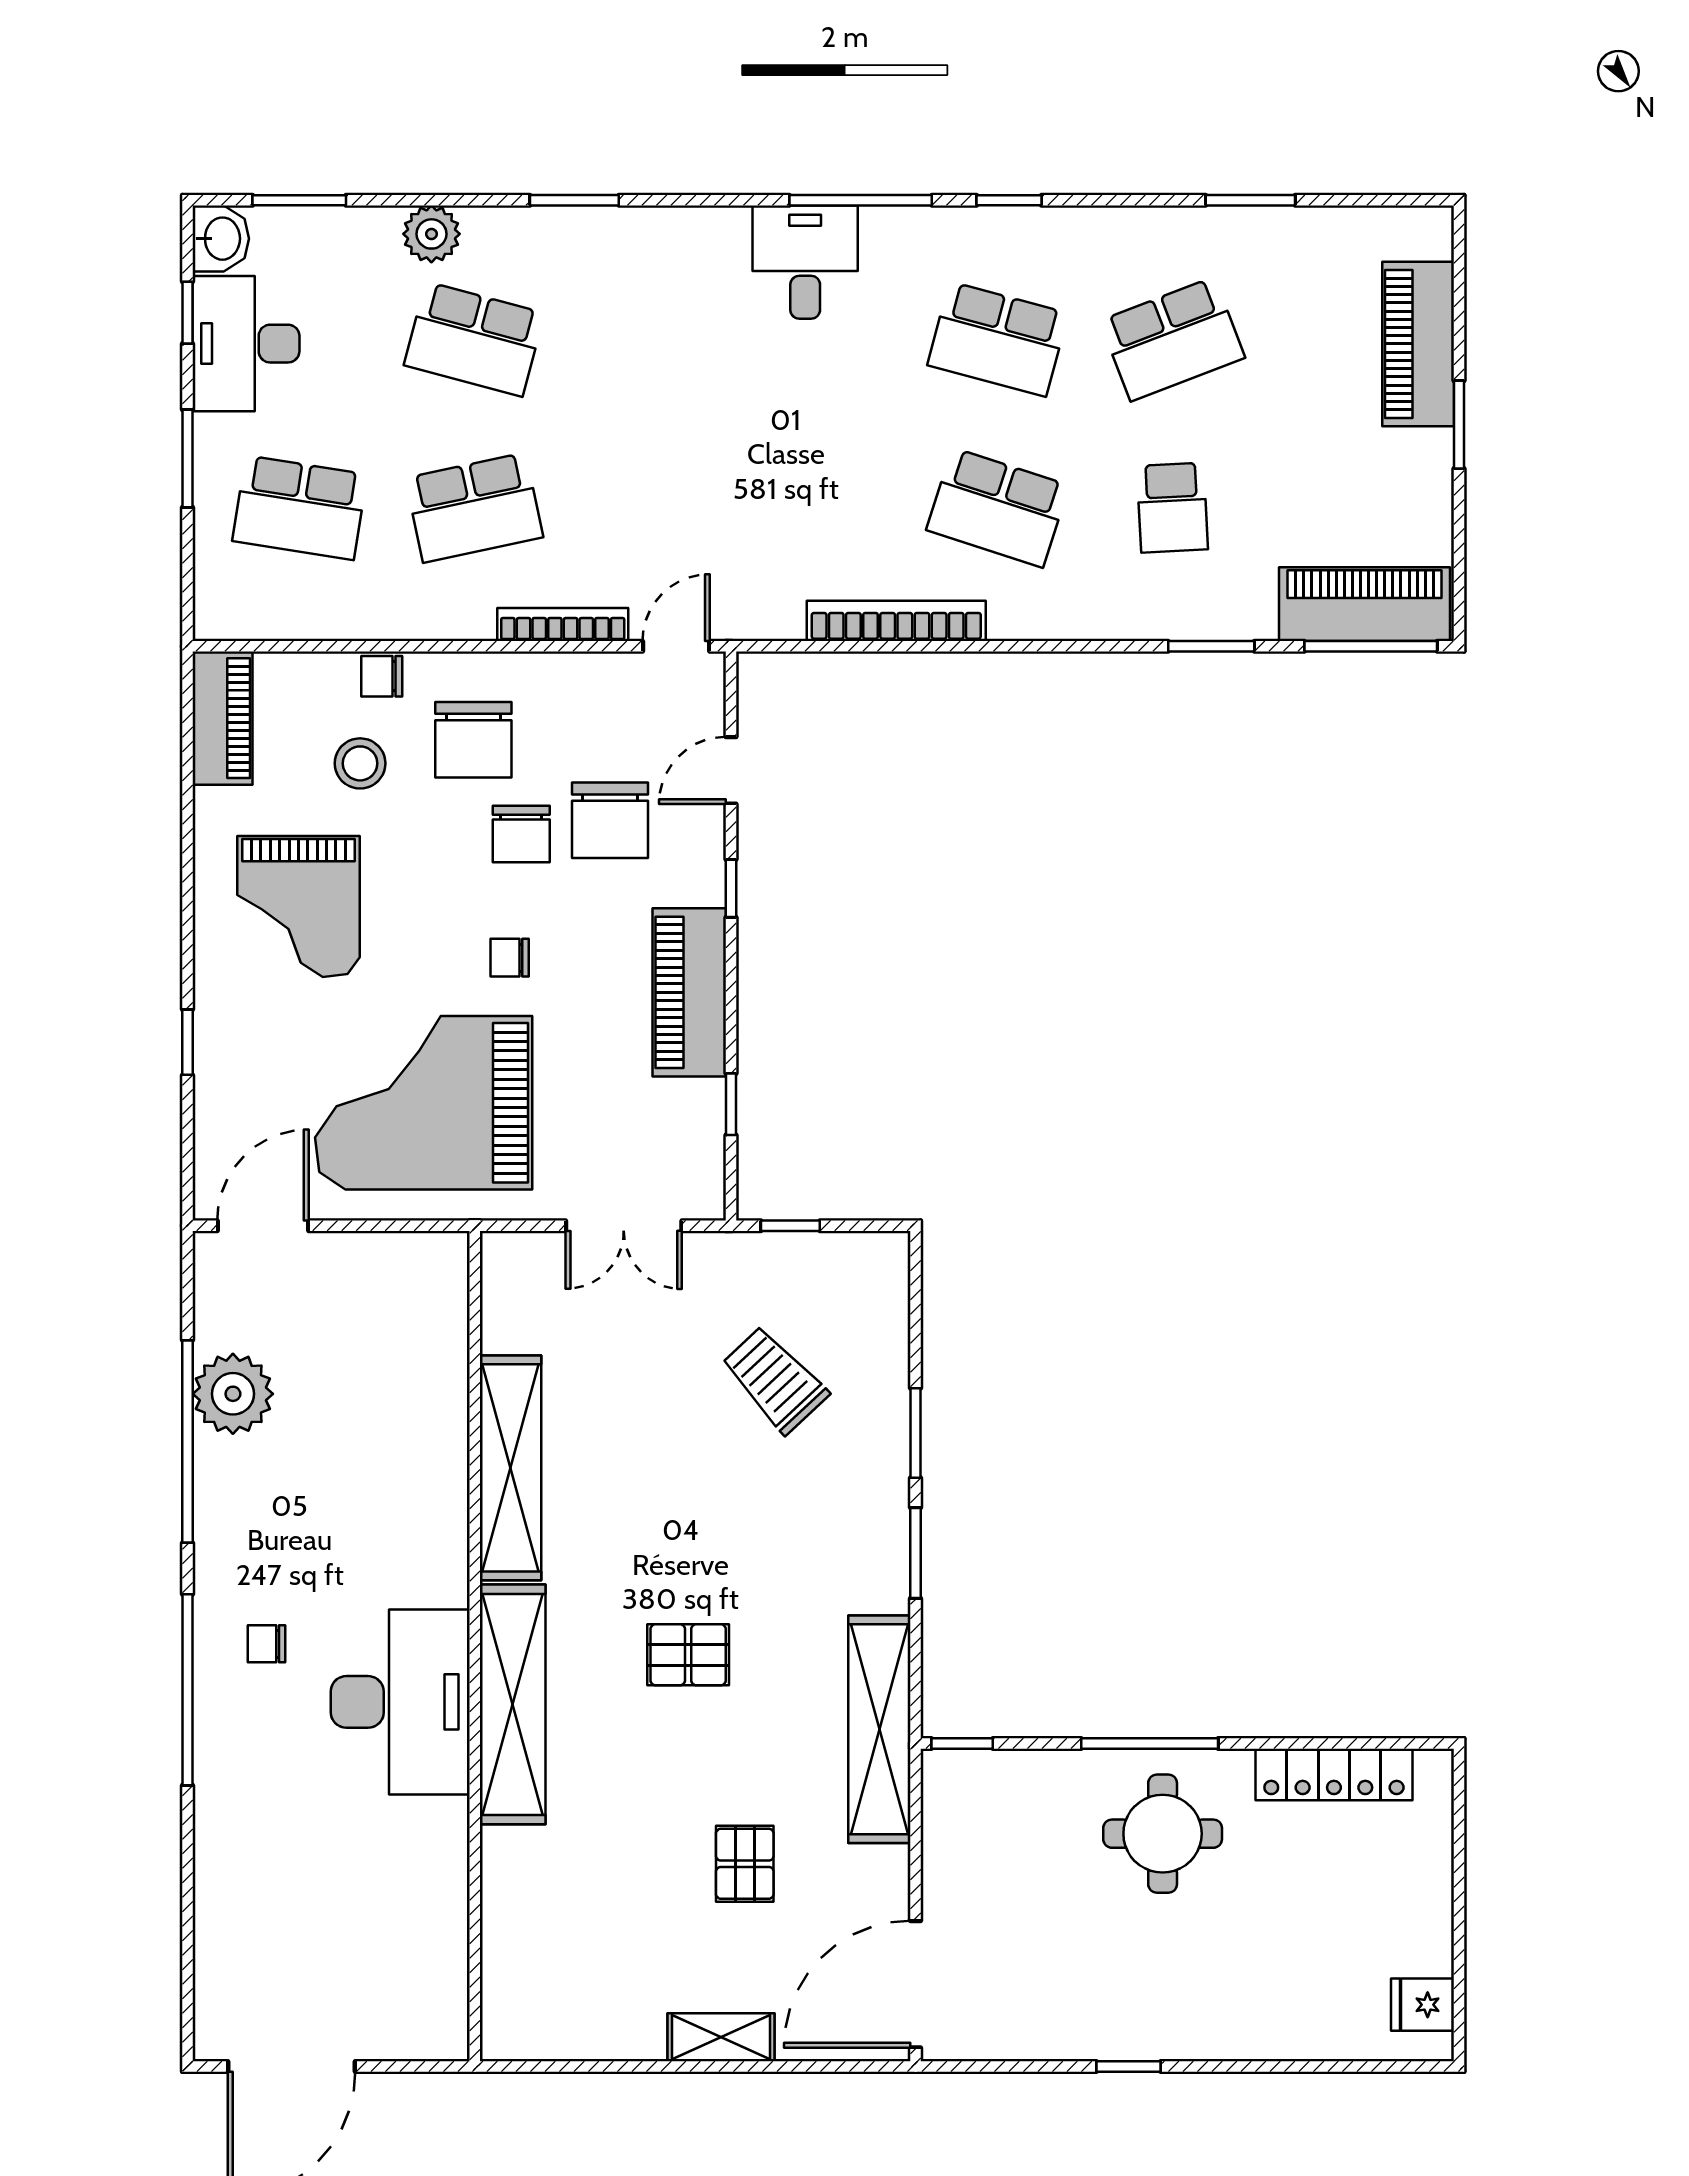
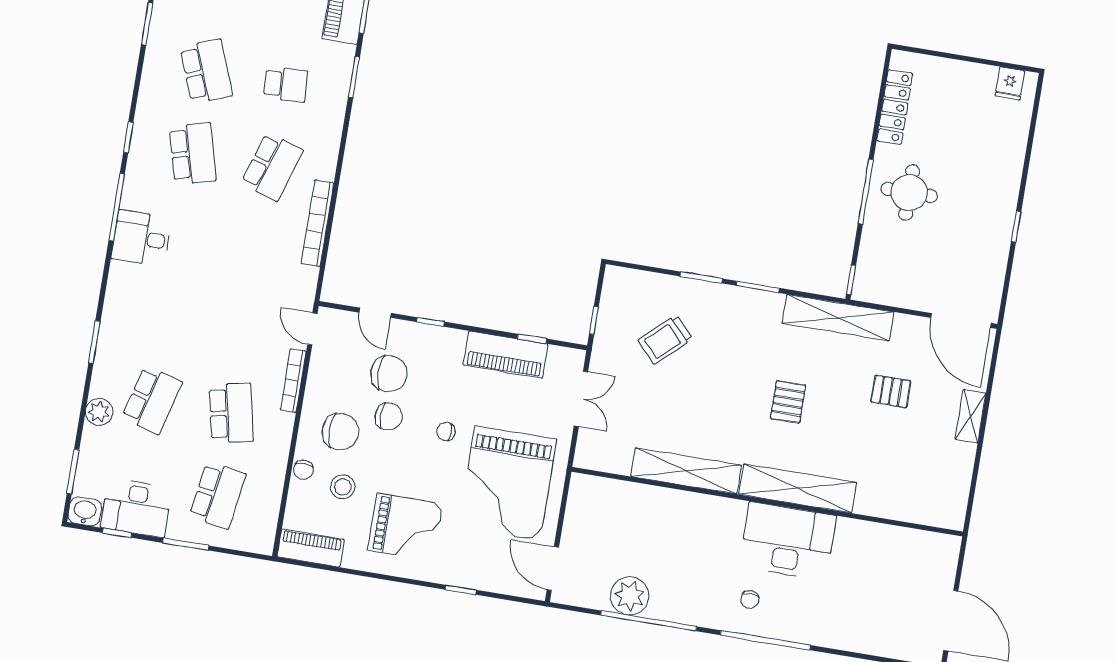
school desk: (998, 339) -> (193, 154), turned -30
chair: (510, 958) -> (446, 432), turned 90
piano: (689, 992) -> (506, 355), moved

